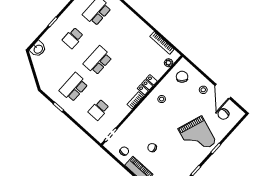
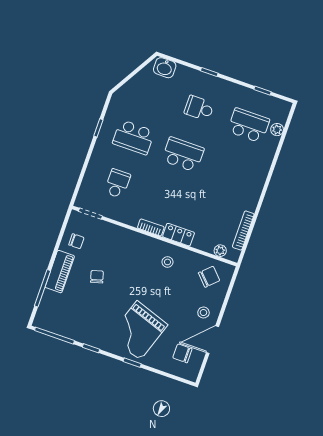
school desk: (74, 87) -> (134, 137), turned 180
school desk: (99, 110) -> (117, 183), turned 90

